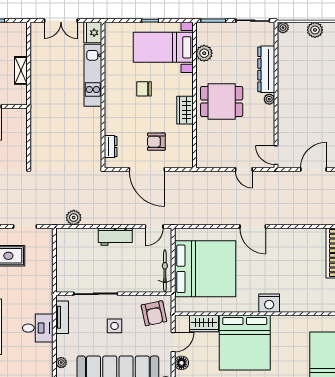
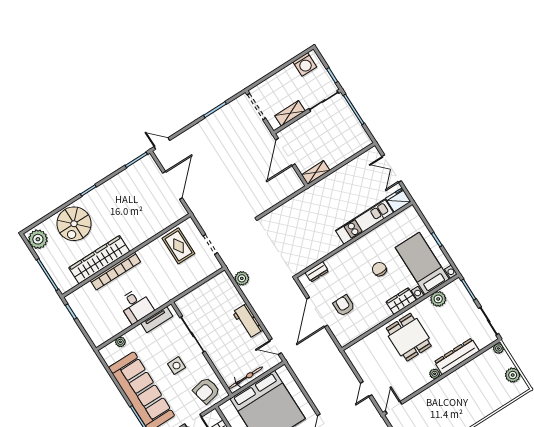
shelving: (21, 70) -> (316, 173), moved
wardrobe: (185, 110) -> (401, 301), moved

